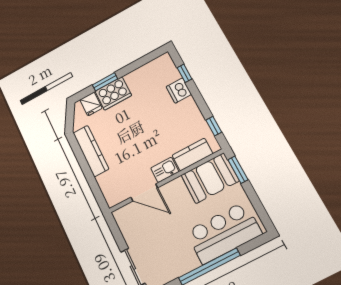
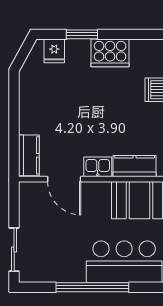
cooker: (113, 93) -> (110, 53), moved
kitchen counter: (91, 151) -> (29, 155), moved, width x0.67

